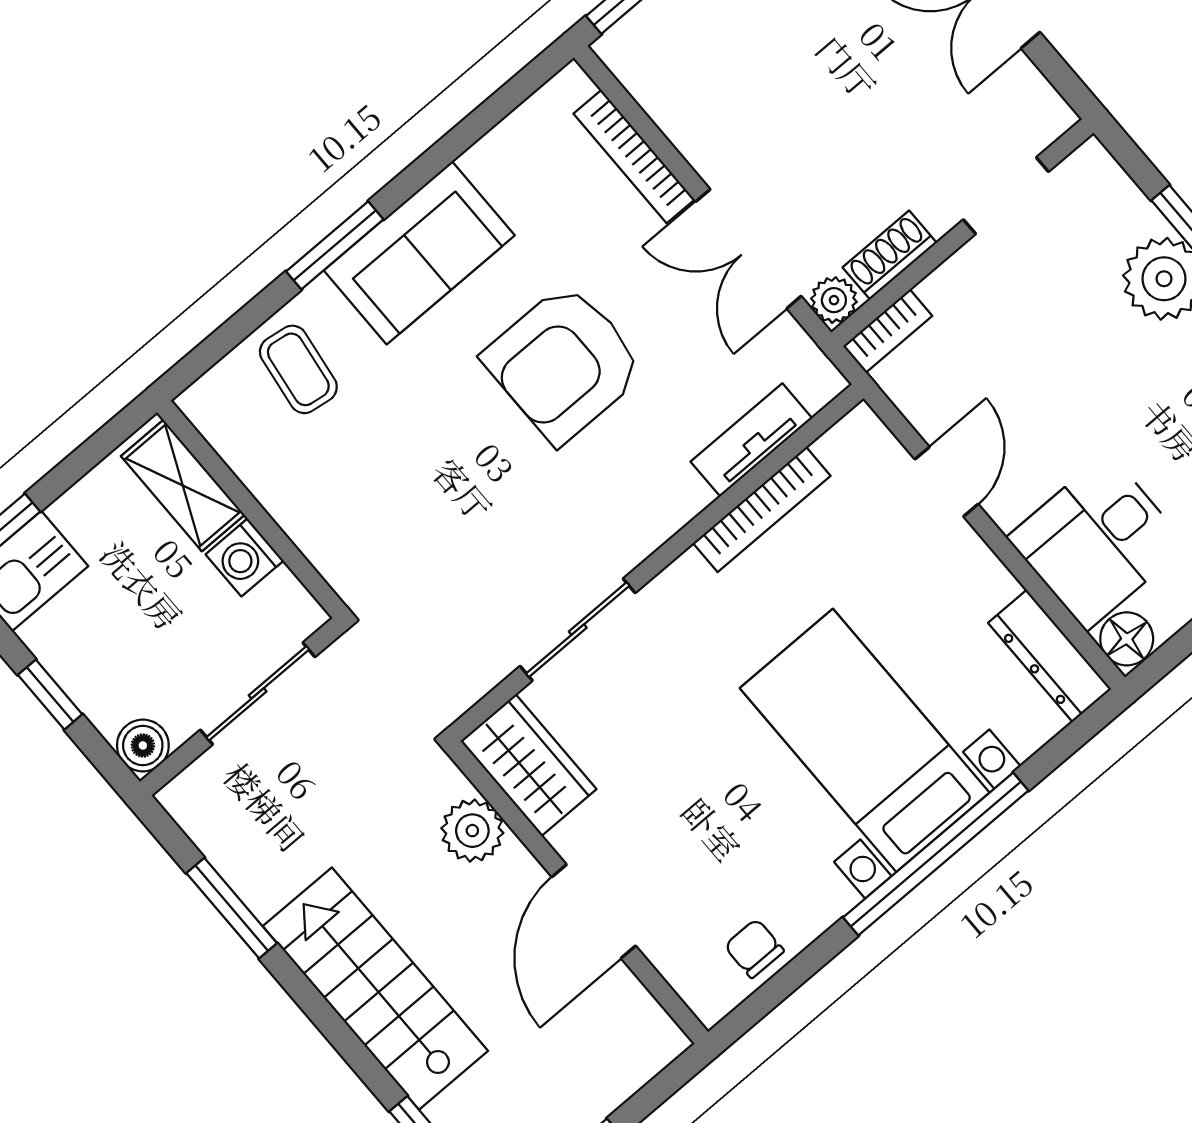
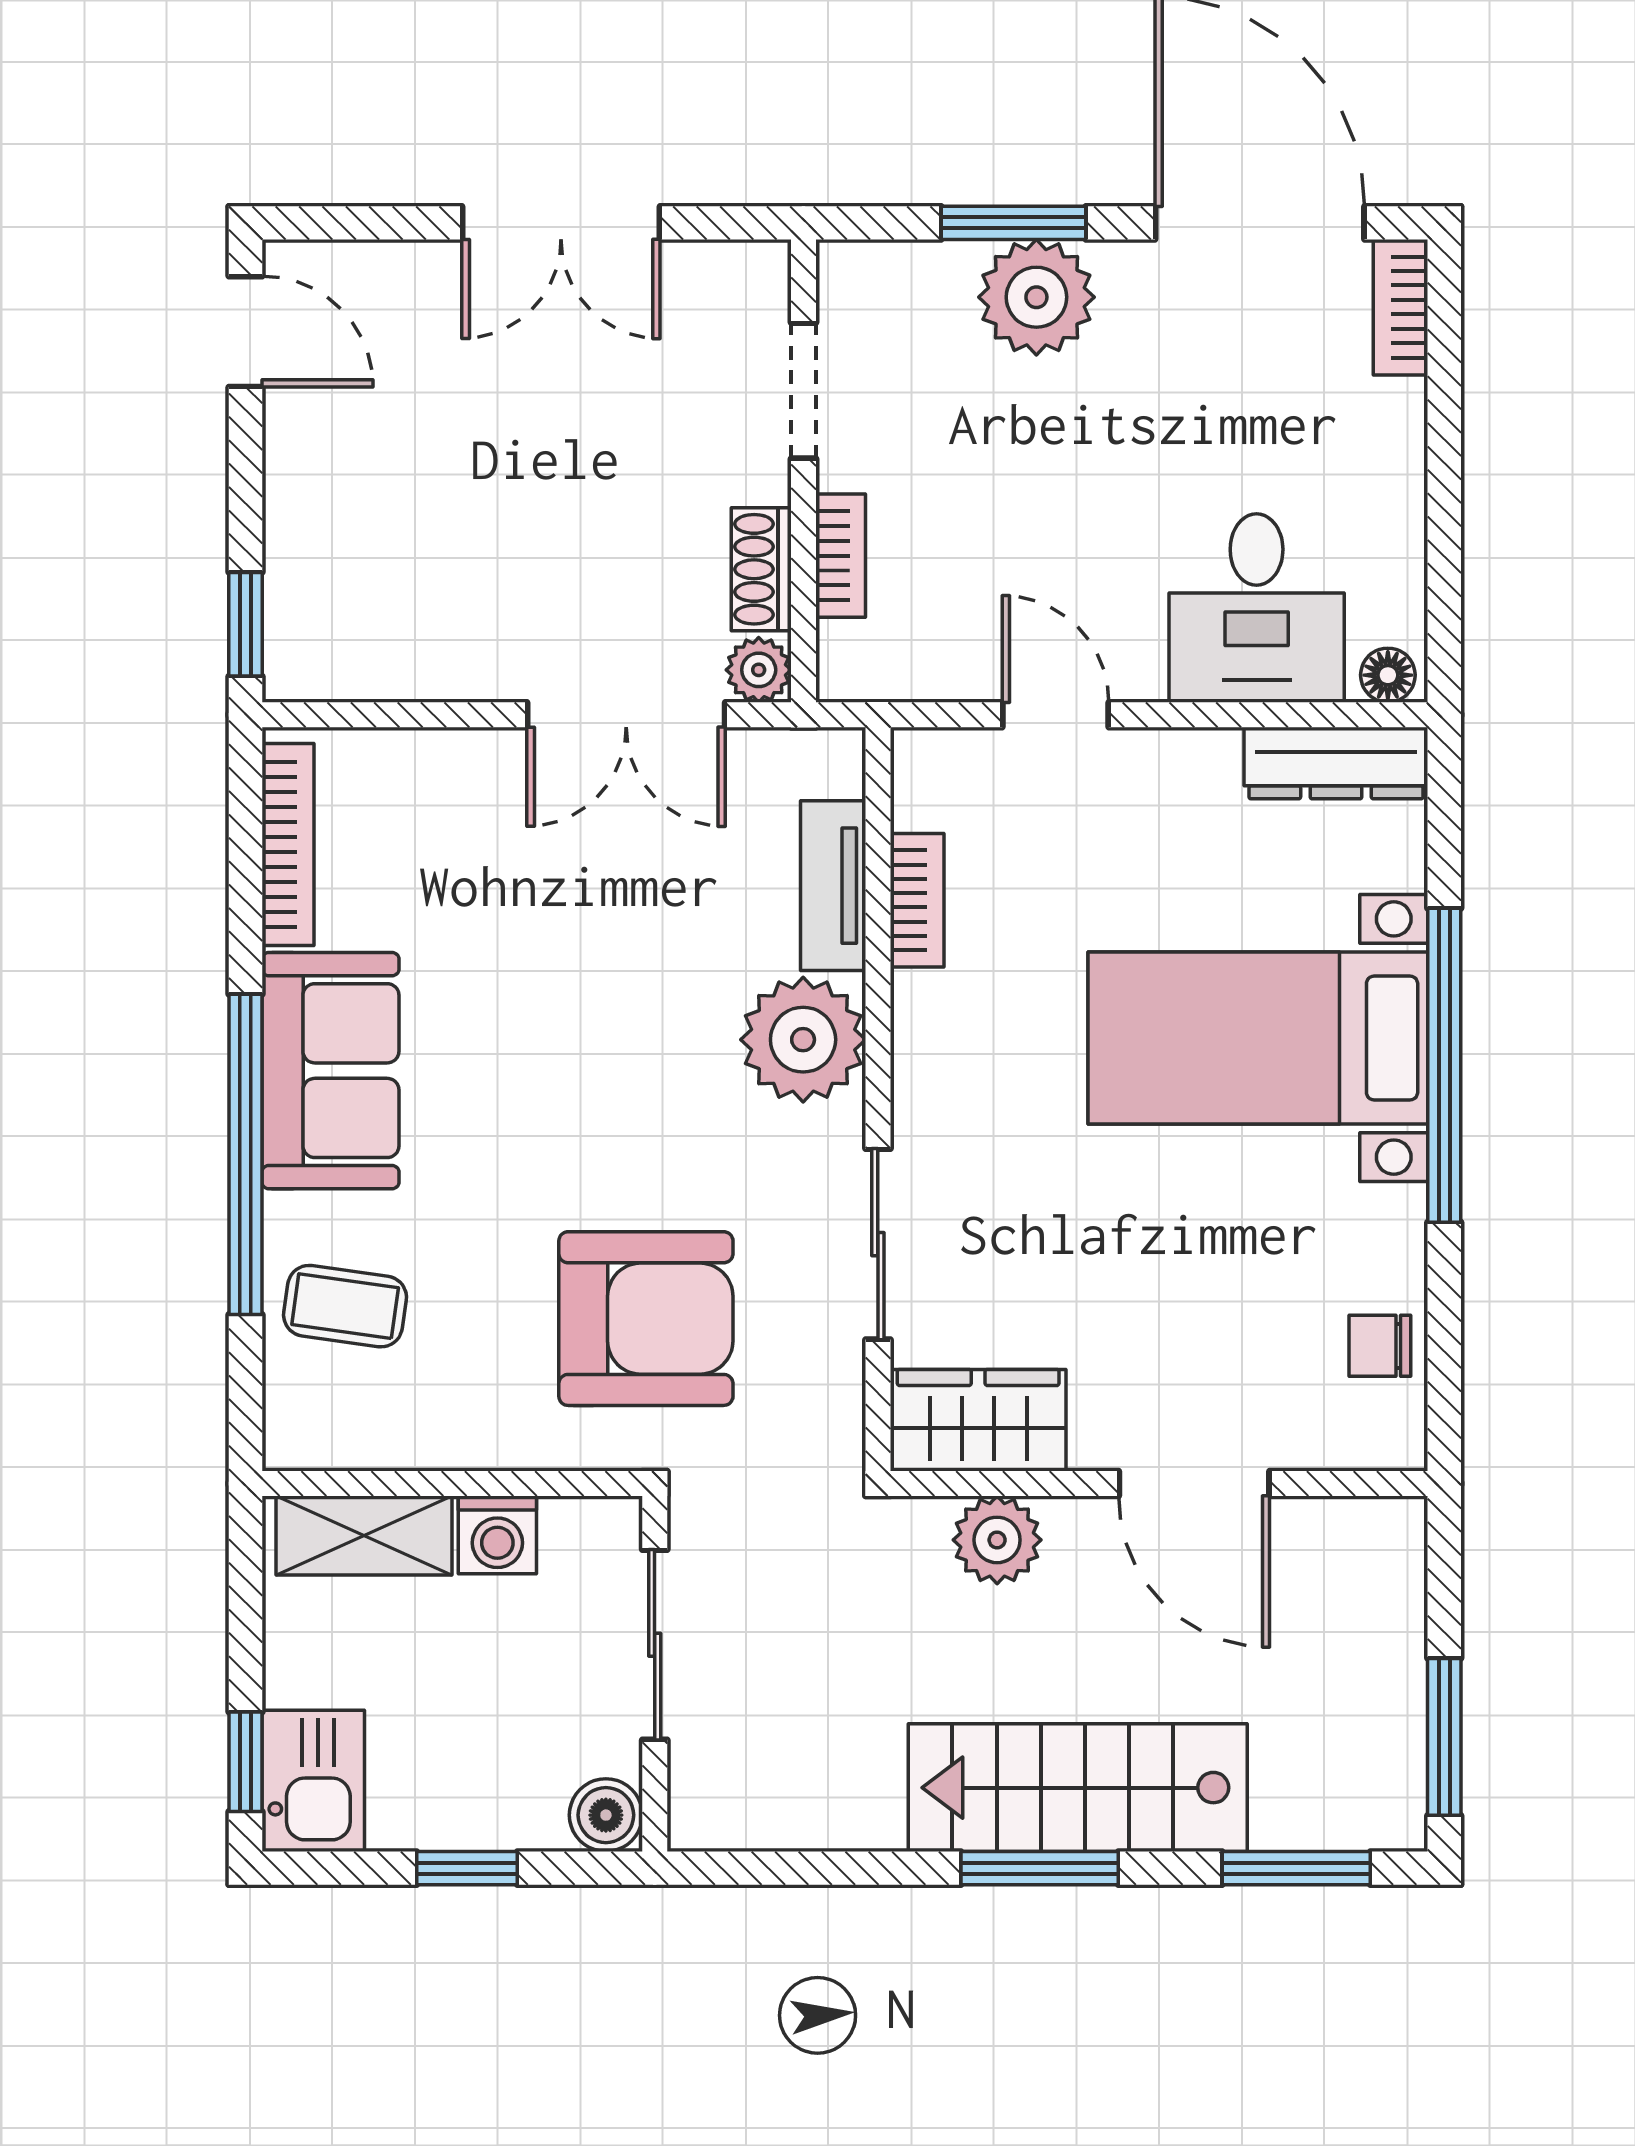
bookcase: (634, 157) -> (288, 844), moved, turned -90
window: (335, 245) -> (245, 1154), width x2.11
bookcase: (888, 331) -> (841, 556), moved
armchair: (564, 363) -> (646, 1319), moved, turned -90
plant: (654, 495) -> (803, 1040), added
bookcase: (762, 510) -> (917, 900), width x0.64
floor lamp: (1127, 639) -> (1388, 675), width x0.73, depth x0.73
window: (232, 908) -> (1040, 1868), moved

